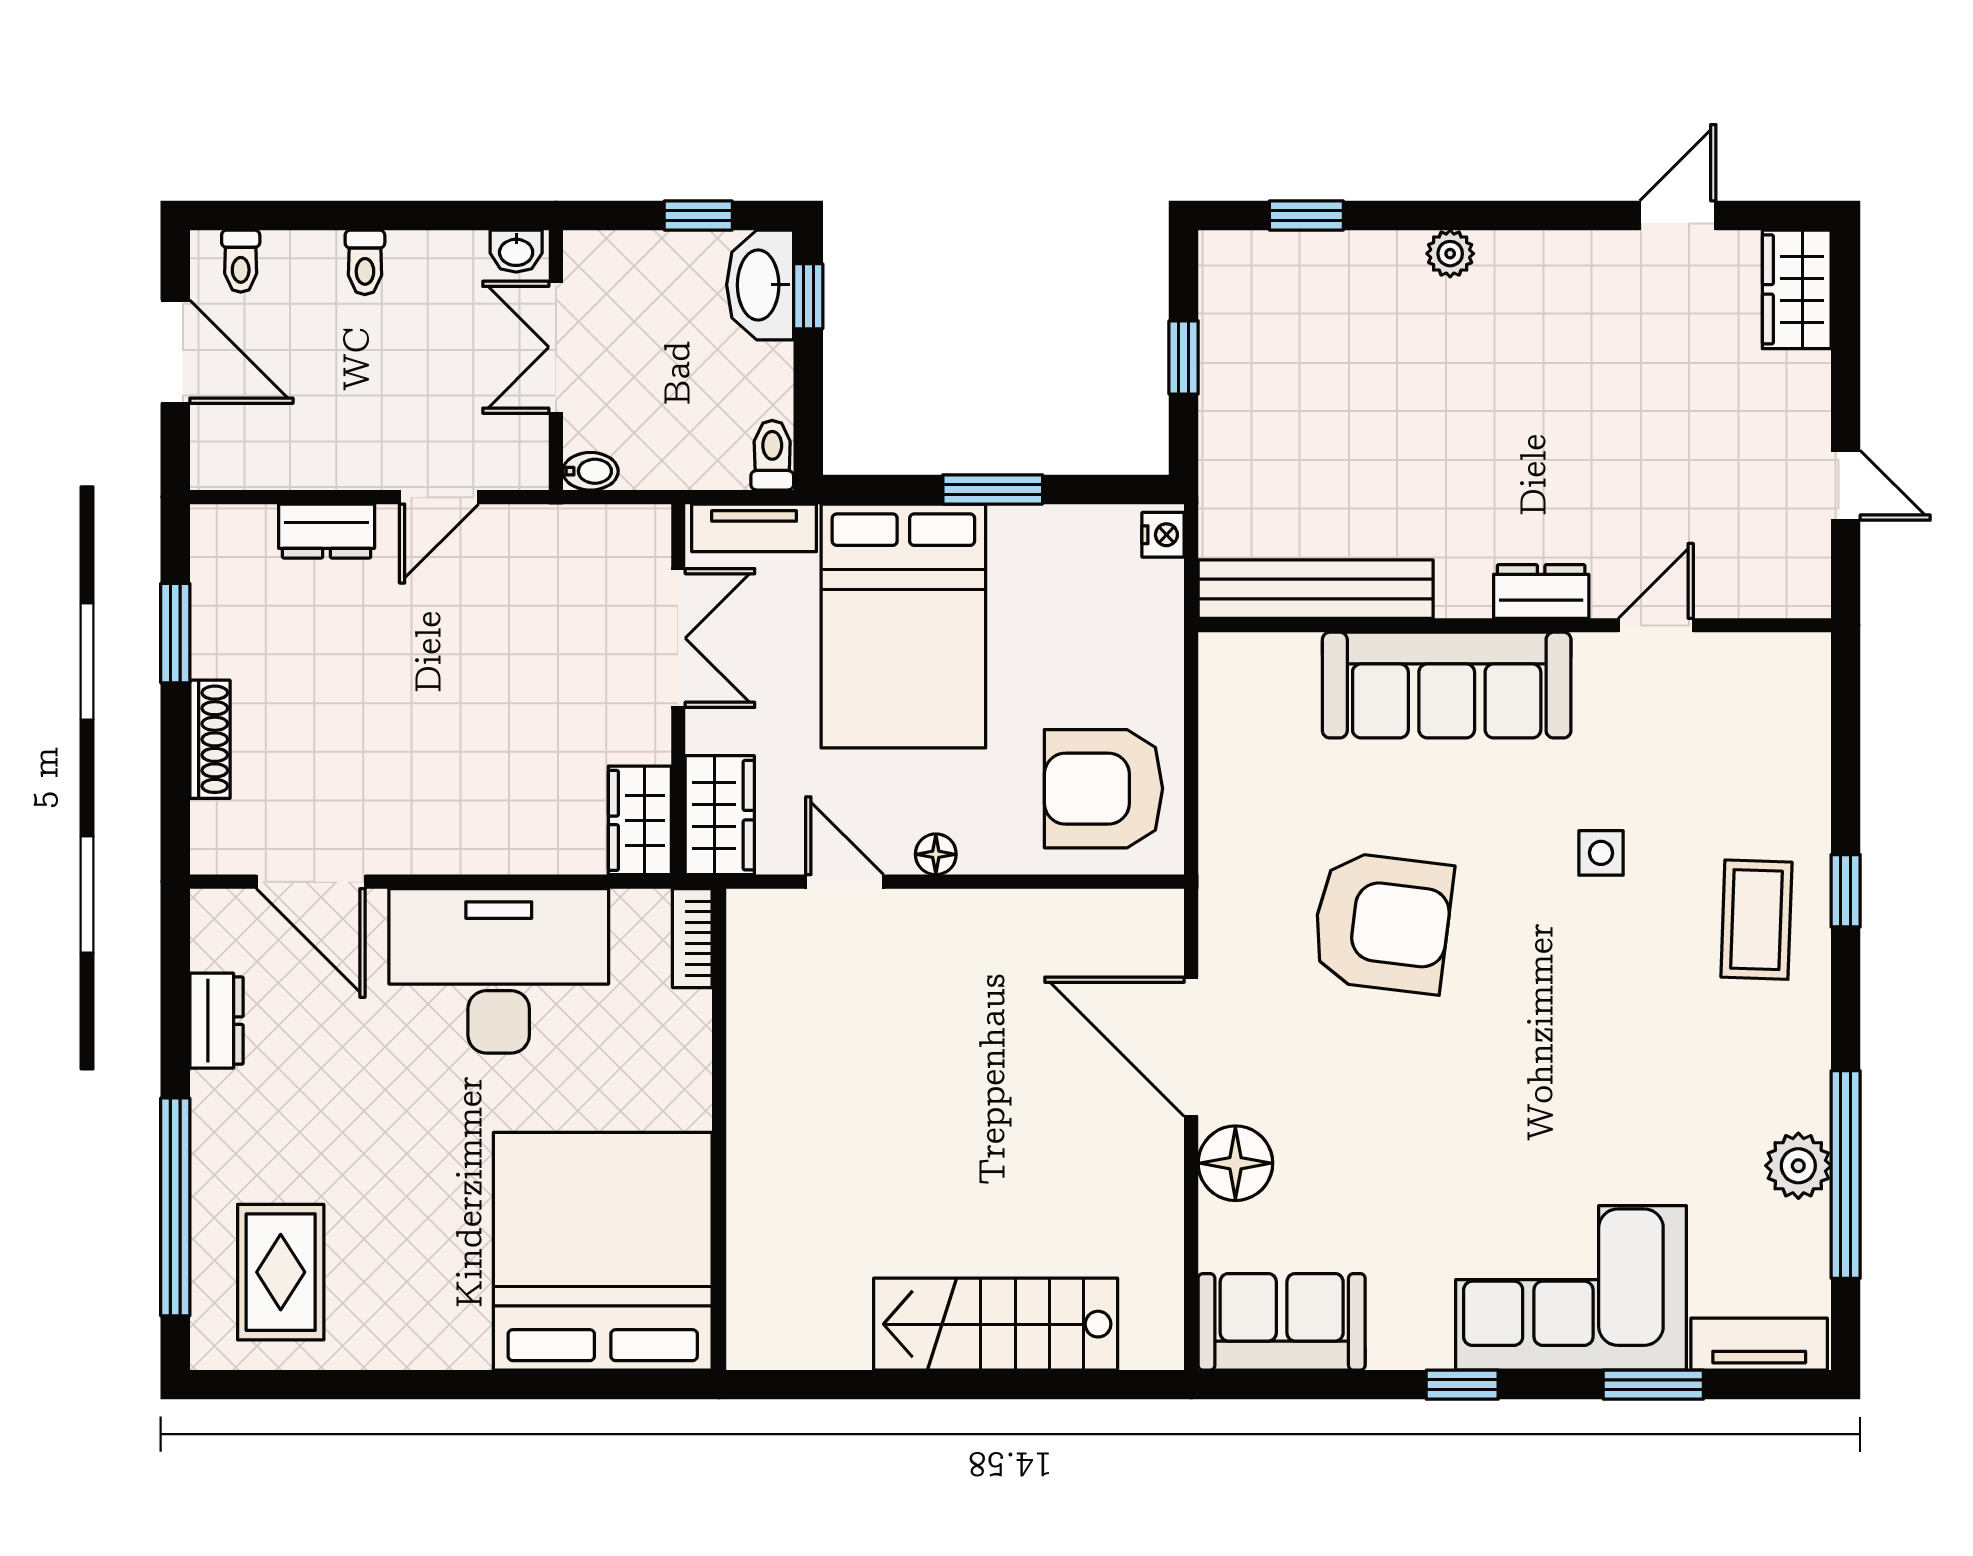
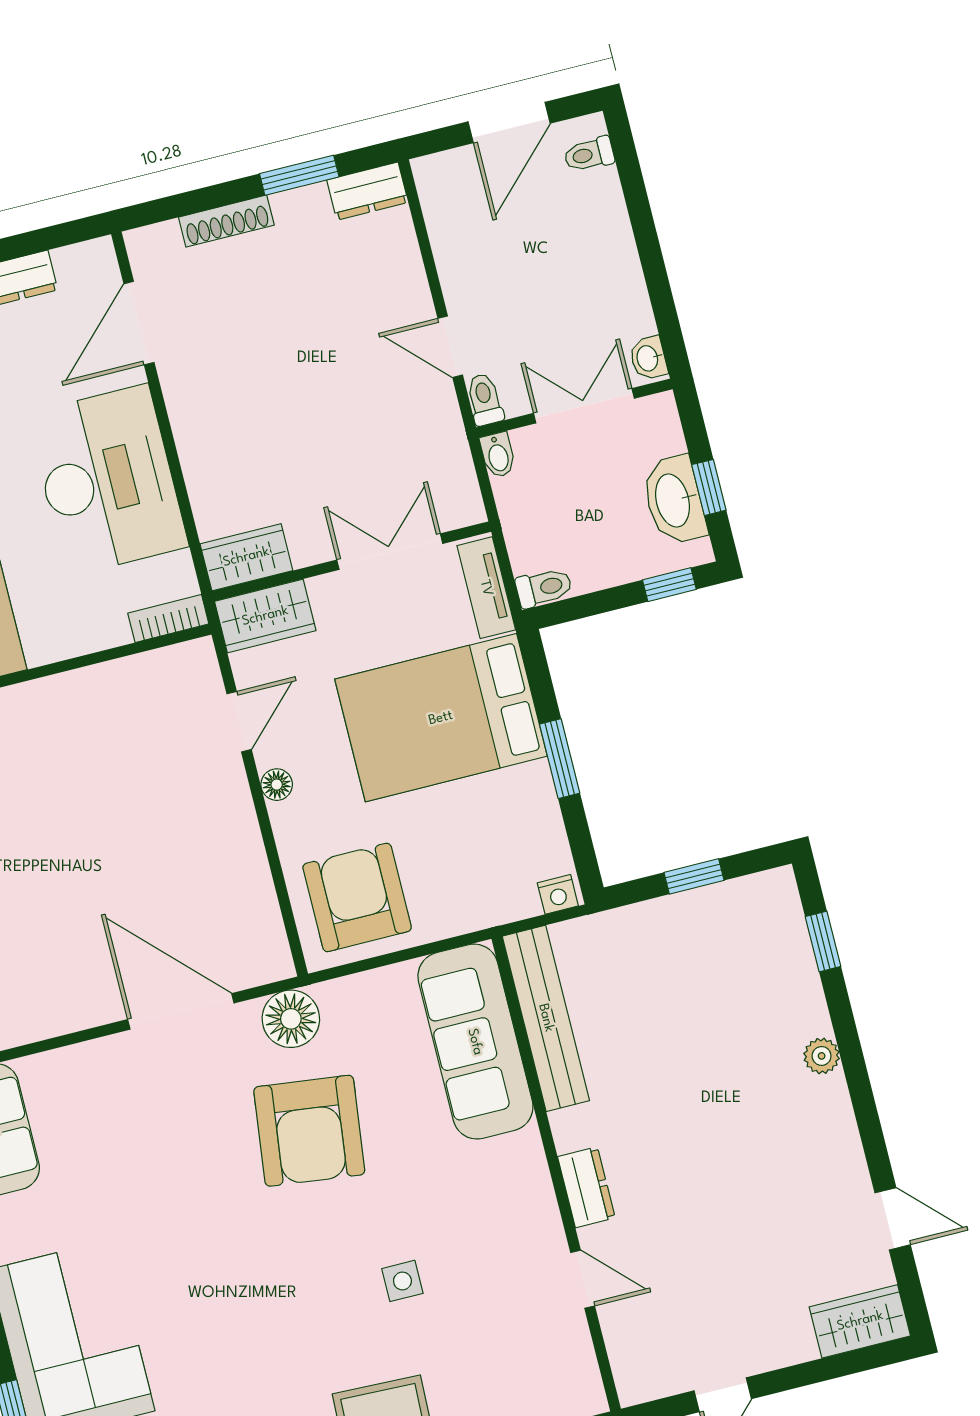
toilet: (365, 262) -> (485, 400), moved, turned 90
washbasin: (760, 285) -> (674, 500), moved, turned -90
dresser: (327, 531) -> (367, 191), moved, turned -90
double door: (678, 638) -> (390, 552), swing flipped
sofa: (1447, 685) -> (475, 1042), moved
door: (1191, 1047) -> (181, 1011), hinge flipped
floor lamp: (1235, 1163) -> (291, 1019), moved

